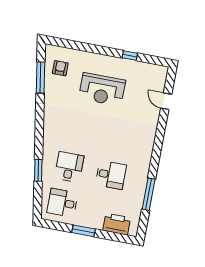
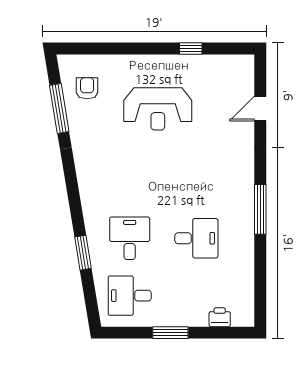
door: (166, 101) -> (260, 108), hinge flipped
window: (149, 194) -> (260, 209), moved
printer: (117, 224) -> (220, 317), width x0.53, depth x0.68

